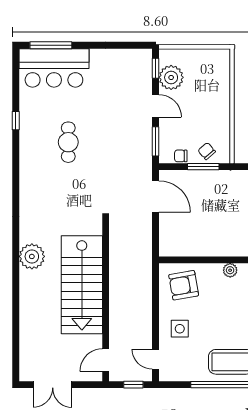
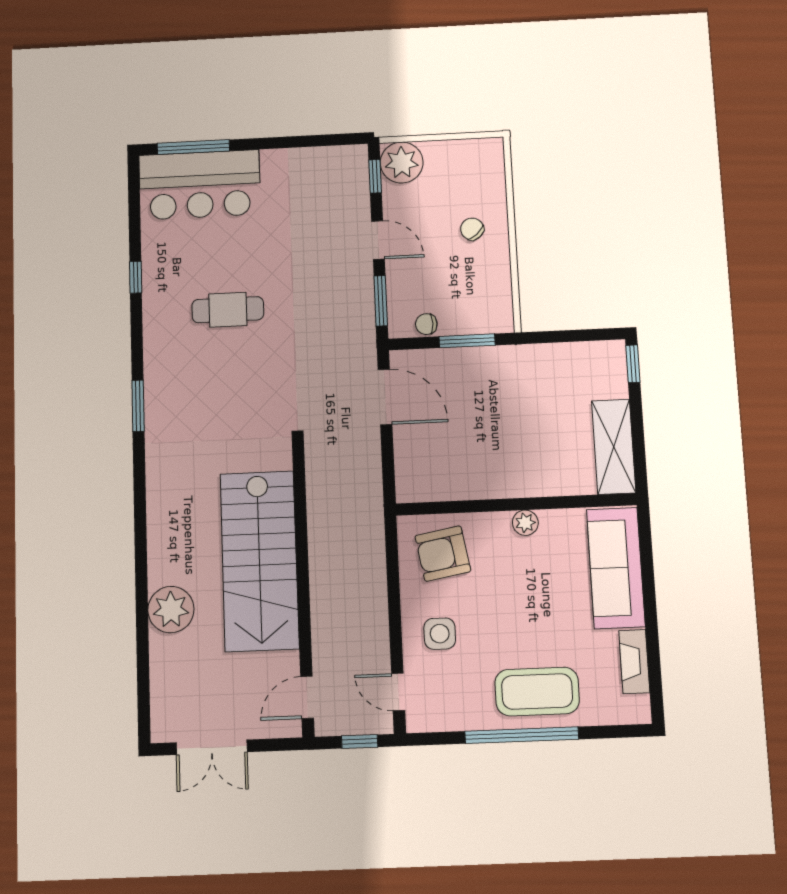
plant: (171, 77) -> (402, 163), moved
cafe table: (68, 142) -> (228, 310), turned 90
chair: (207, 151) -> (472, 229), moved
window: (16, 195) -> (138, 406), added
plant: (32, 256) -> (171, 610), moved

